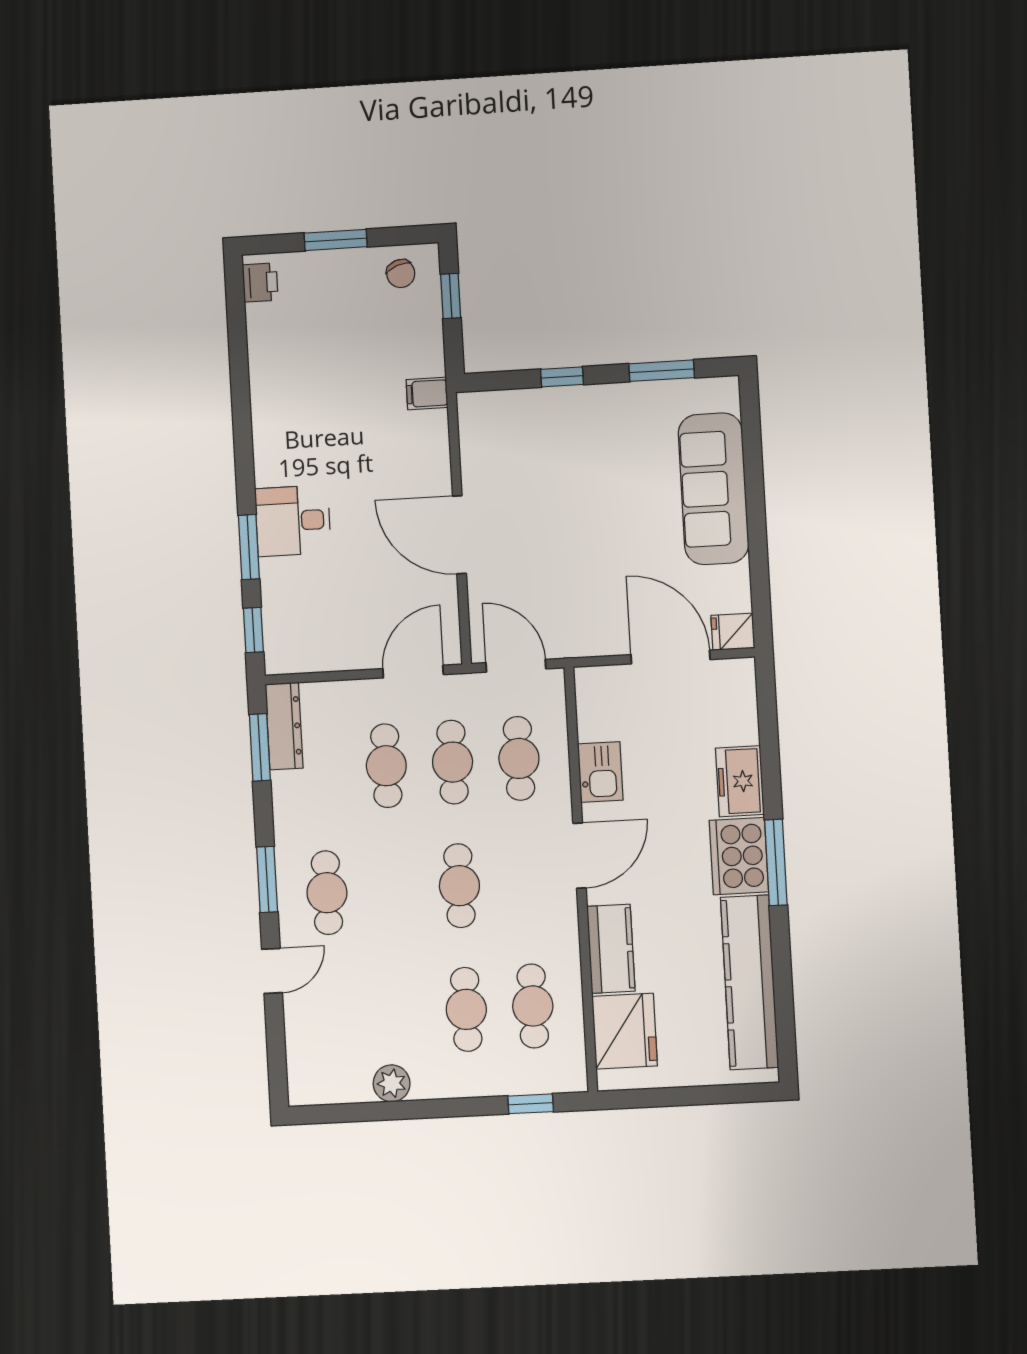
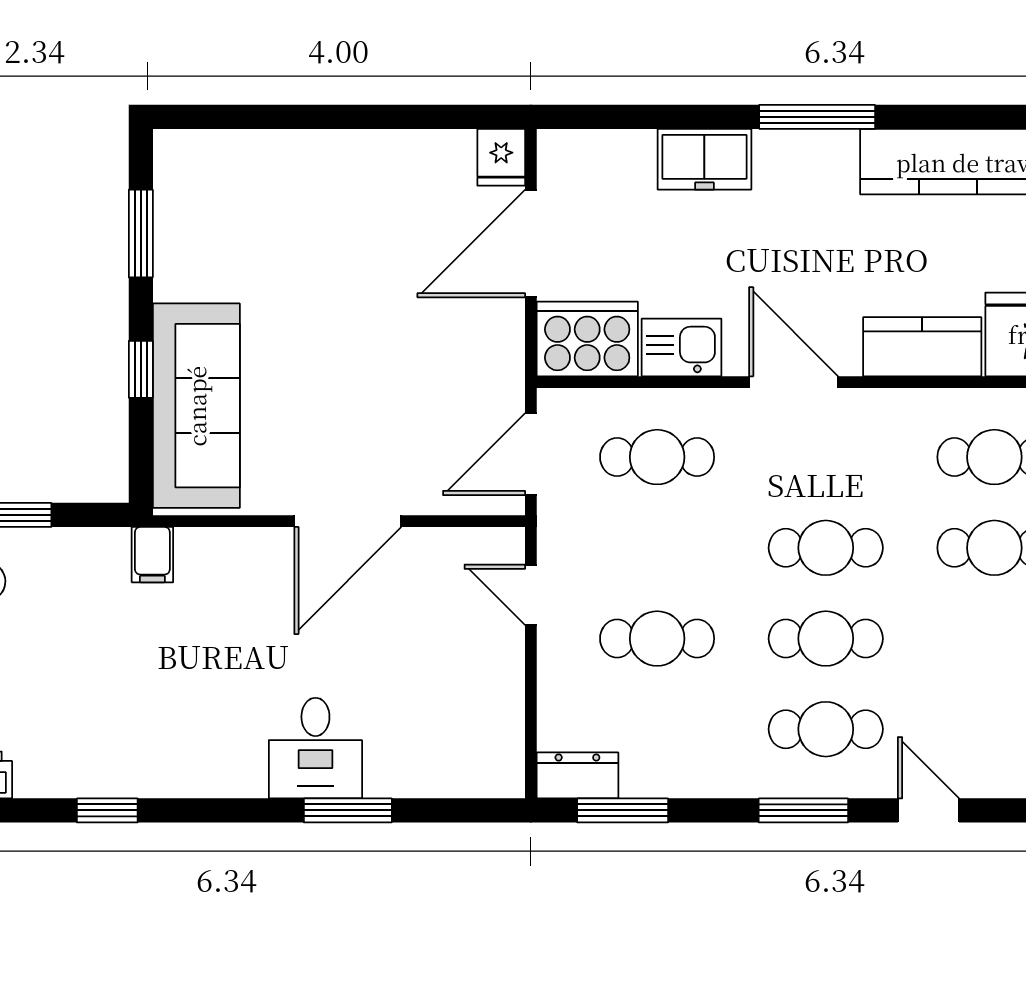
sofa: (713, 489) -> (196, 406), moved, turned -90
window: (253, 630) -> (107, 810), moved
door: (413, 672) -> (531, 595), width x0.73
dresser: (284, 726) -> (577, 775), width x0.70
cafe table: (453, 762) -> (826, 639), moved
cooker: (739, 856) -> (587, 339), moved, turned 180

